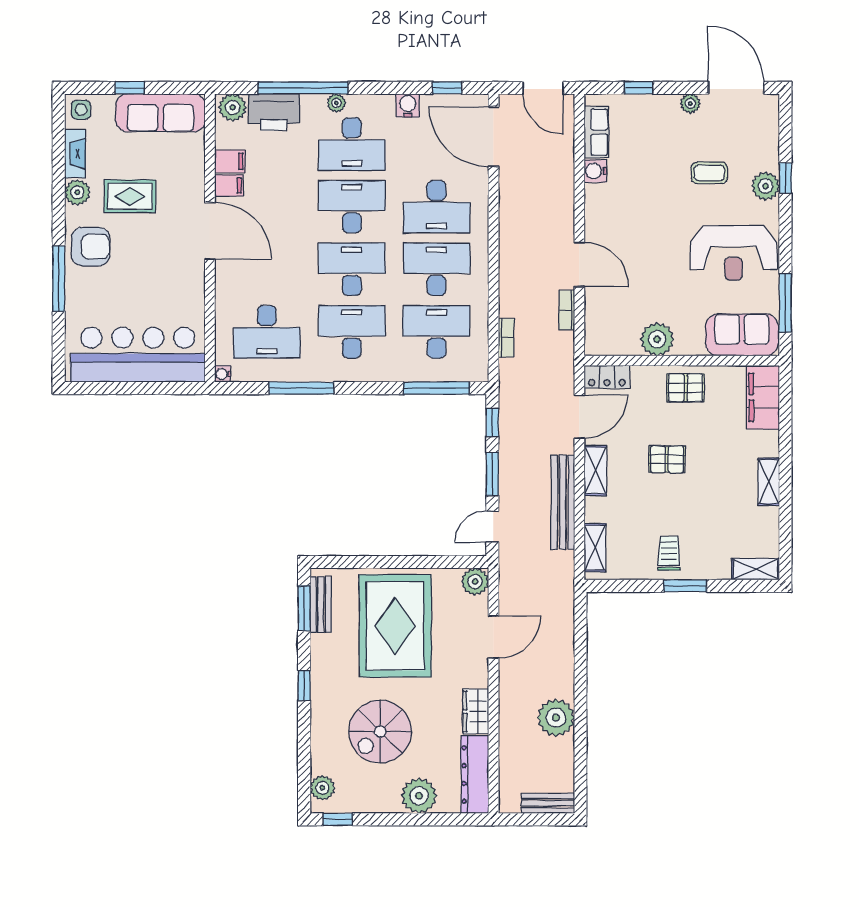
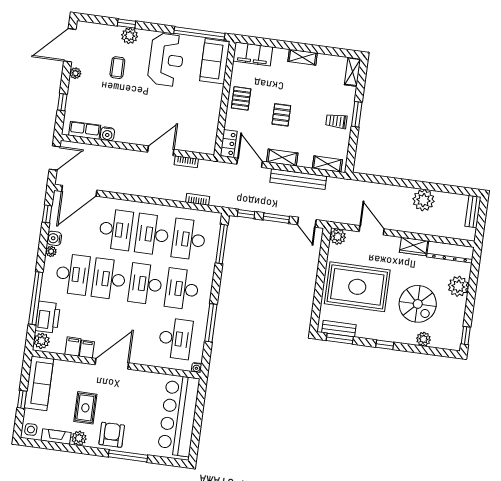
plant: (336, 103) -> (51, 251), moved
window: (785, 303) -> (199, 33), width x1.46
plant: (657, 339) -> (210, 111), removed
plant: (322, 788) -> (424, 339), moved

